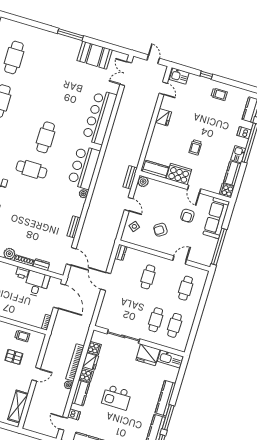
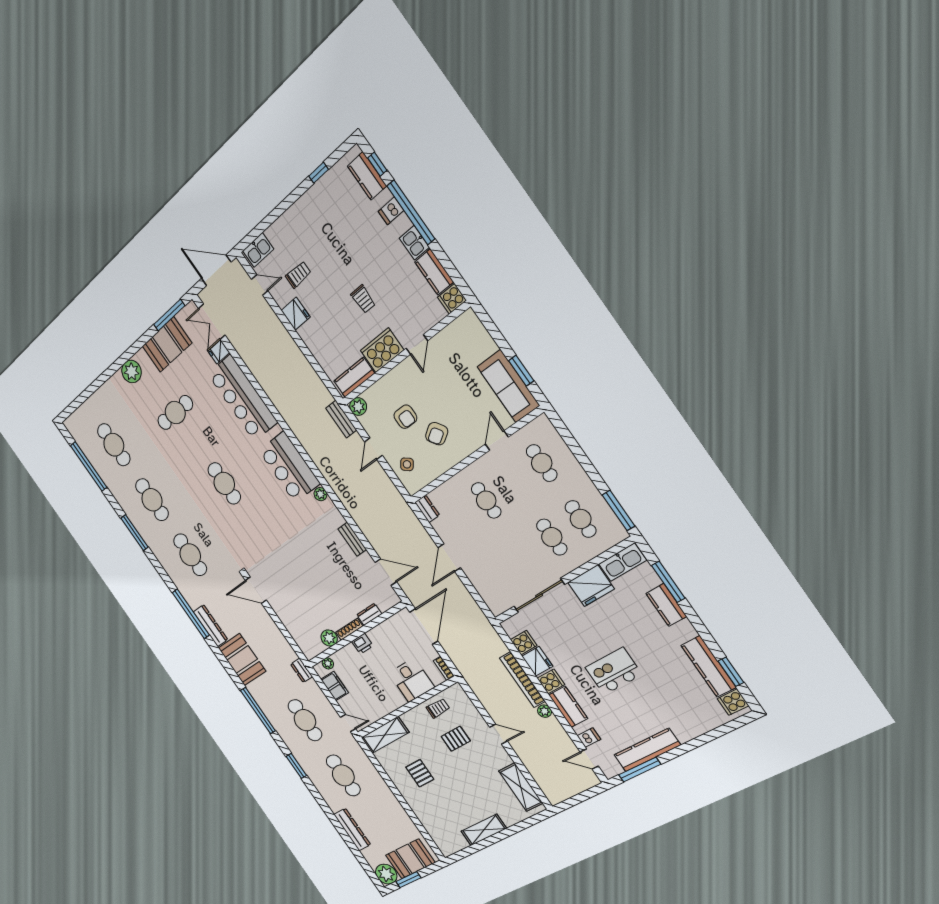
window: (70, 35) -> (169, 315), moved
plant: (64, 43) -> (132, 372), added
door: (153, 59) -> (216, 270), width x1.88
window: (206, 75) -> (319, 173), moved
fridge: (113, 88) -> (219, 352), added
trolley: (219, 94) -> (298, 275), moved
cafe table: (31, 169) -> (175, 413), moved
door: (194, 189) -> (417, 345), hinge flipped
door: (129, 204) -> (373, 449), swing flipped
armchair: (187, 216) -> (405, 417), moved
sofa: (216, 218) -> (508, 386), moved
window: (219, 247) -> (521, 371), width x0.47
door: (106, 281) -> (449, 558), hinge flipped
desk: (37, 284) -> (412, 680), moved, turned 180
door: (59, 296) -> (424, 627), hinge flipped
window: (192, 338) -> (619, 510), added
door: (36, 374) -> (498, 734), hinge flipped
kitchen island: (117, 397) -> (614, 671), turned 180
kitchen counter: (165, 398) -> (666, 605), width x0.67
window: (168, 417) -> (668, 582), moved

